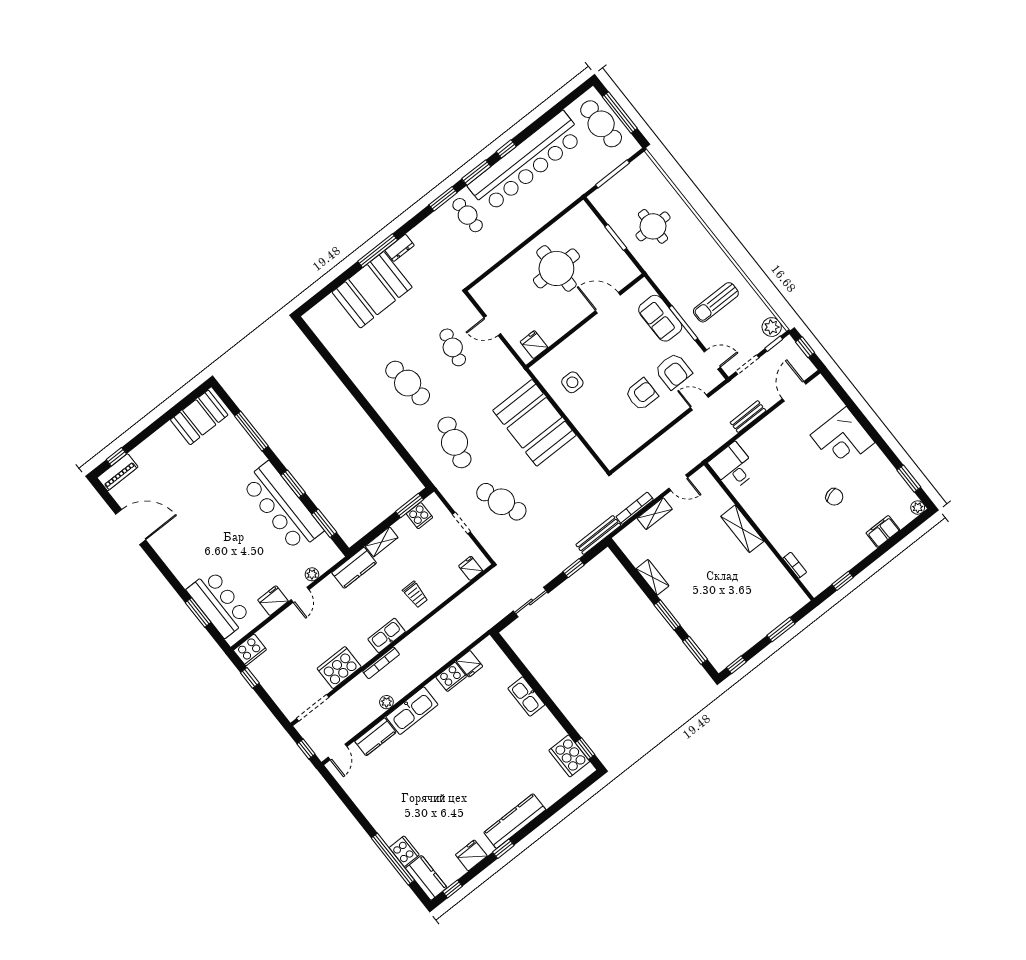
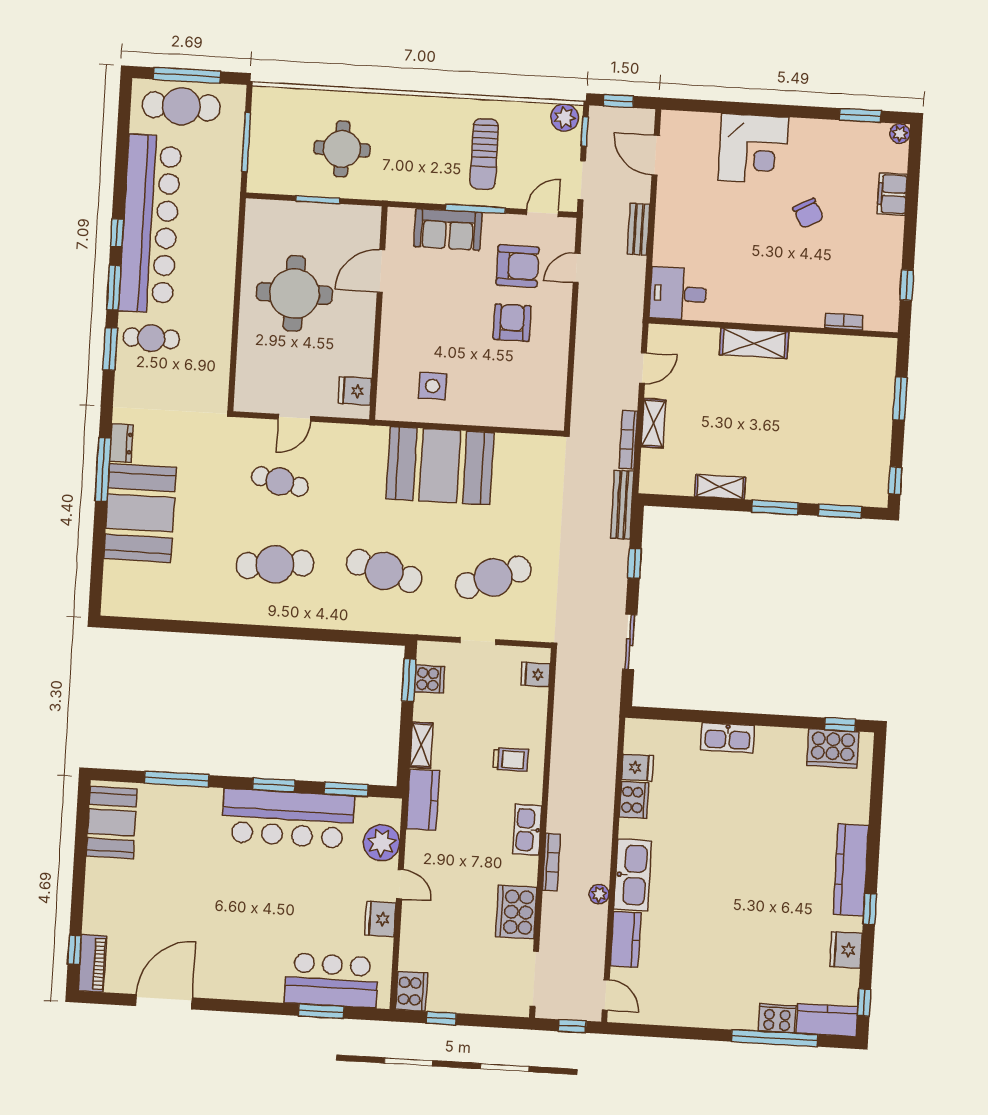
chair: (834, 497) -> (808, 213), turned 80
plant: (312, 574) -> (381, 843), width x1.87, depth x1.87

